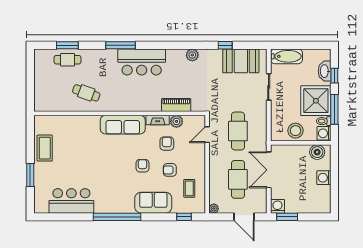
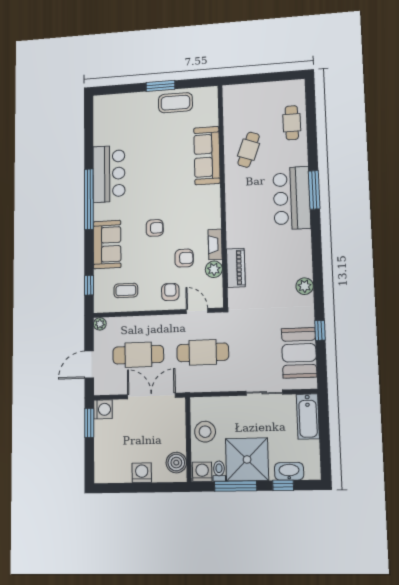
window: (67, 45) -> (311, 121), removed
bar counter: (142, 62) -> (292, 198), moved
sofa: (123, 125) -> (207, 156), moved
armchair: (170, 170) -> (170, 292), moved
window: (30, 175) -> (160, 86), moved
bar counter: (71, 201) -> (109, 174), moved

